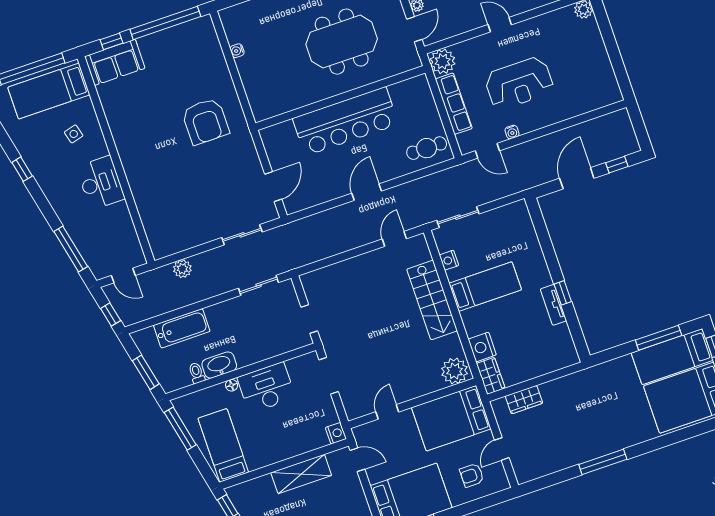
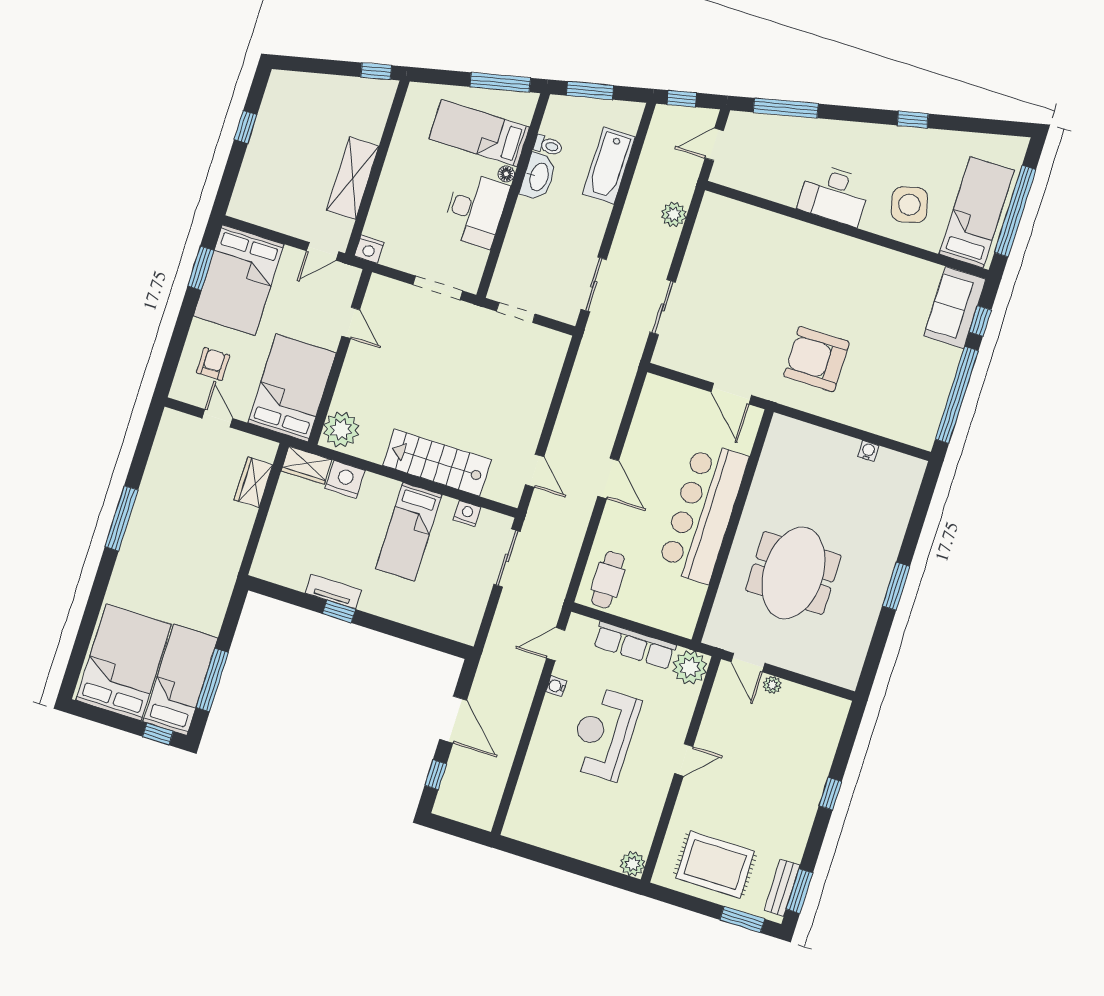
side table: (74, 134) -> (909, 205), width x1.87, depth x1.87
door: (273, 187) -> (731, 394), moved
bed: (223, 445) -> (479, 133), moved, turned 180

